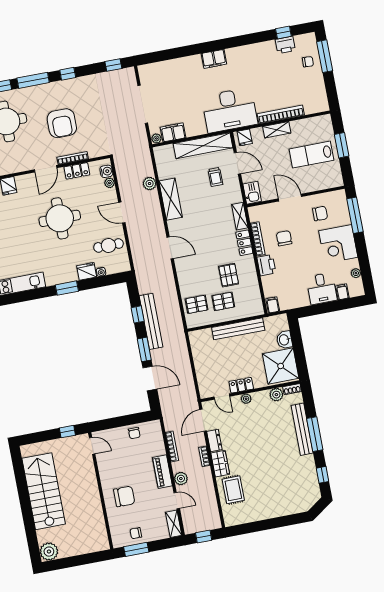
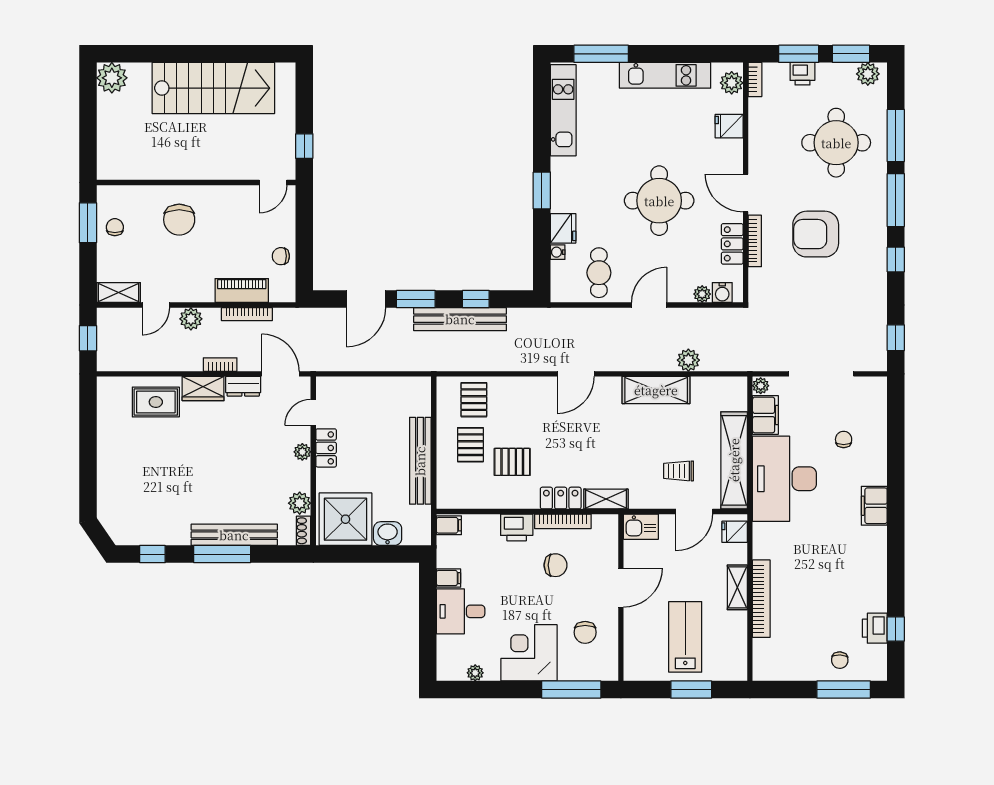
chair: (179, 84) -> (844, 439), added
desk: (230, 110) -> (784, 479), moved
filing cabinet: (342, 292) -> (449, 578), moved
piano: (162, 472) -> (242, 291), moved

